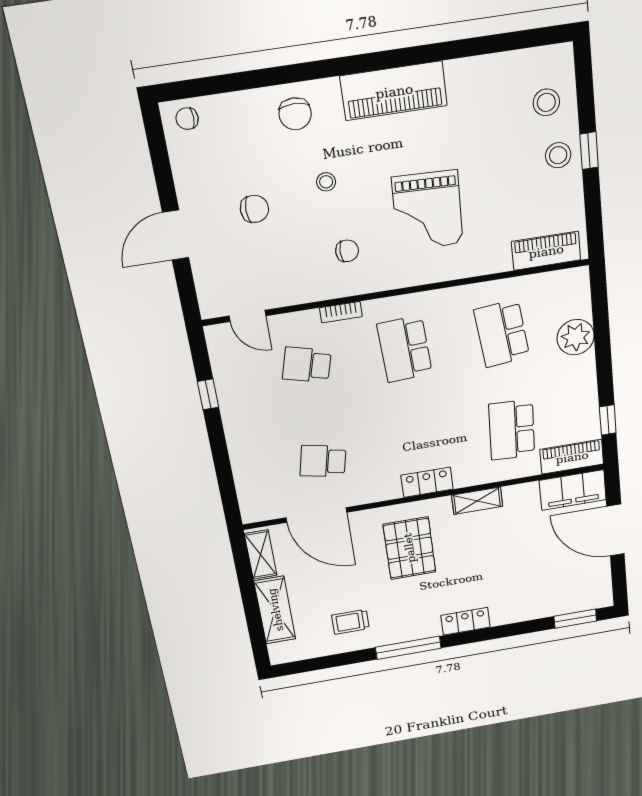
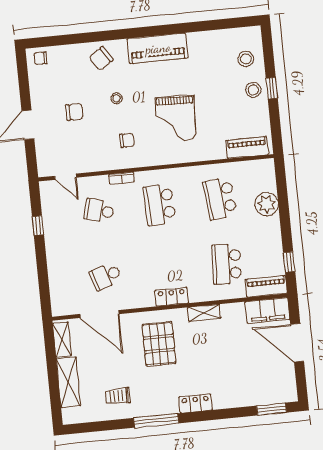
chair: (295, 114) -> (101, 59), turned 57
school desk: (323, 461) -> (106, 276), turned -30

